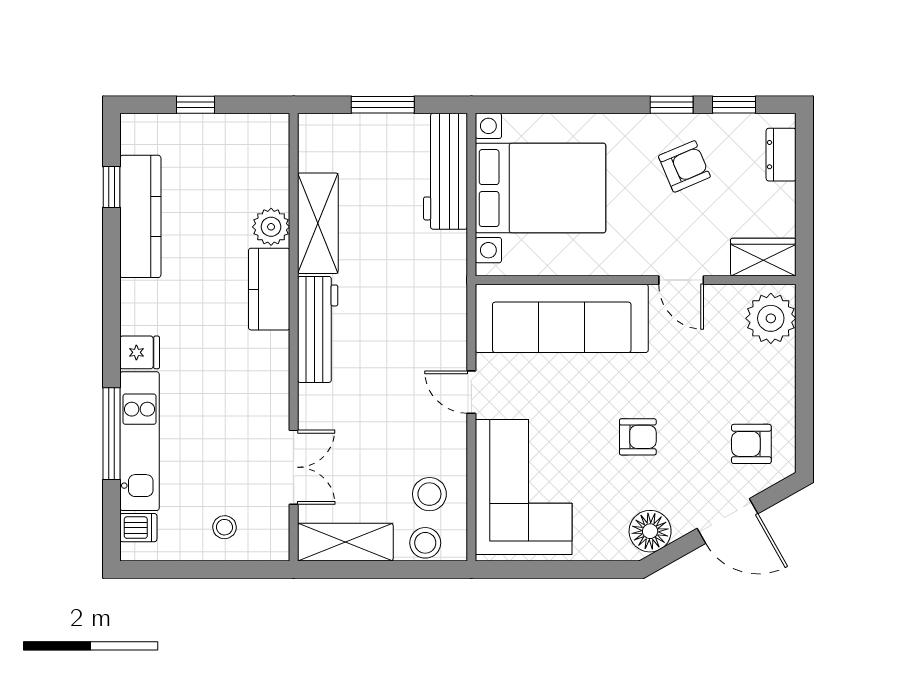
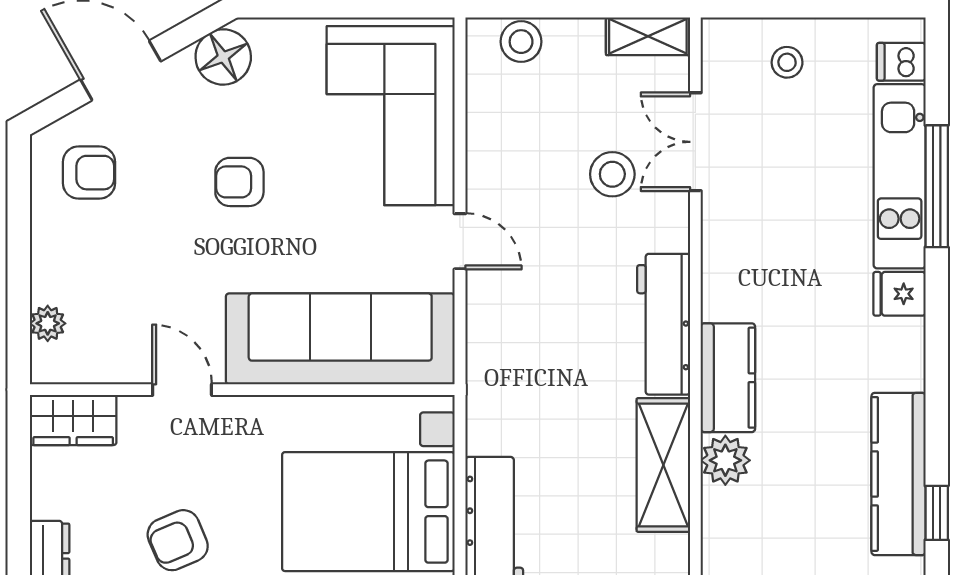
plant: (771, 318) -> (48, 323), width x0.53, depth x0.53
stool: (429, 494) -> (612, 174), moved
shelving: (345, 542) -> (648, 36), width x0.67, depth x0.75

